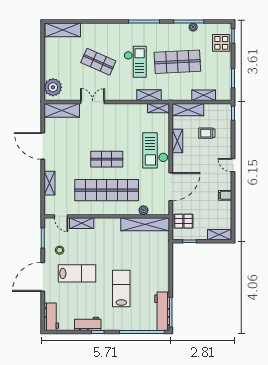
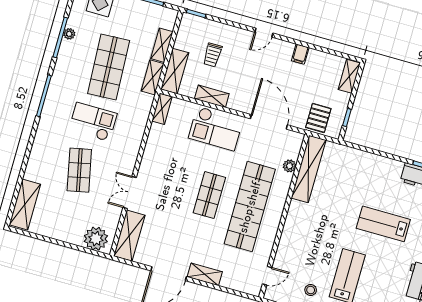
shop shelf: (98, 62) -> (79, 170), turned -36
shelving: (149, 95) -> (153, 77), moved
shelving: (49, 183) -> (205, 274), moved
shelving: (82, 223) -> (284, 251), removed

